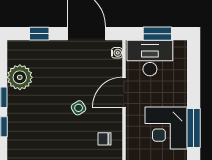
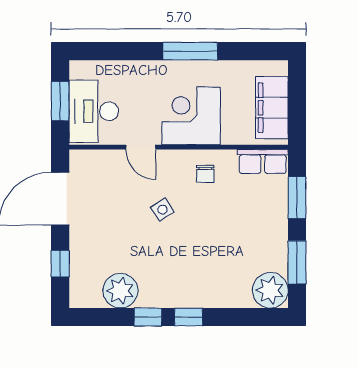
water cooler: (117, 53) -> (87, 157), removed
door: (124, 92) -> (141, 147), width x0.73
corner desk: (166, 128) -> (191, 116), moved, turned 180

